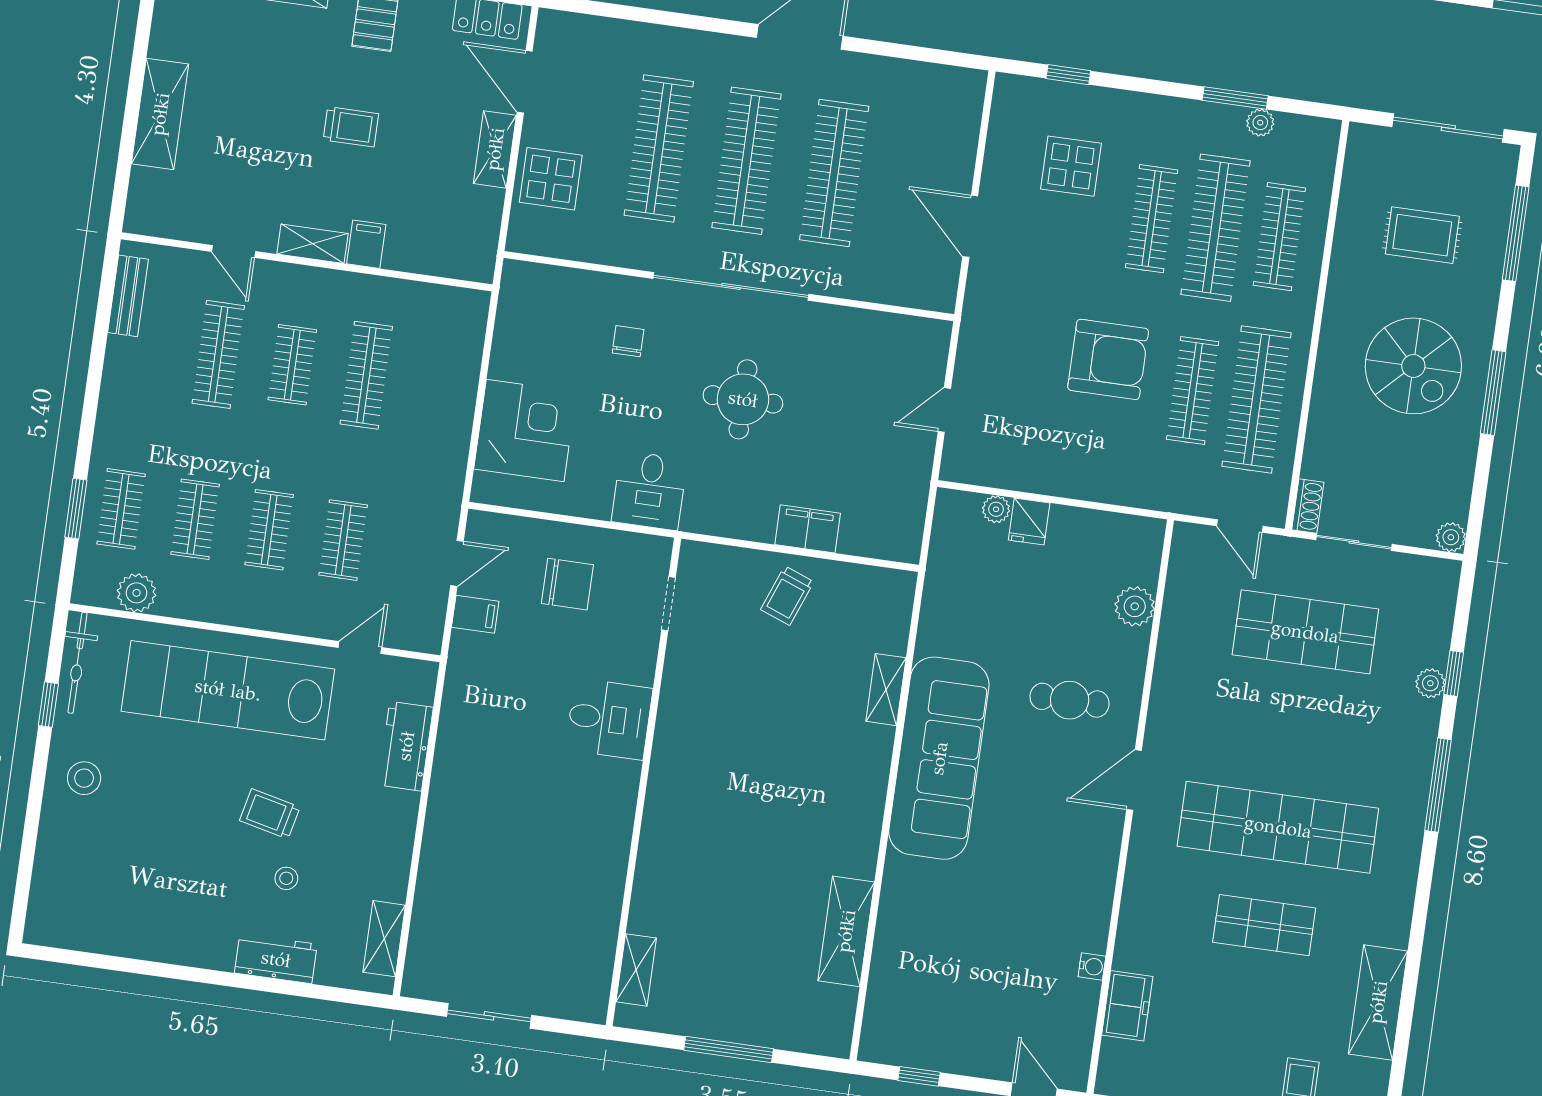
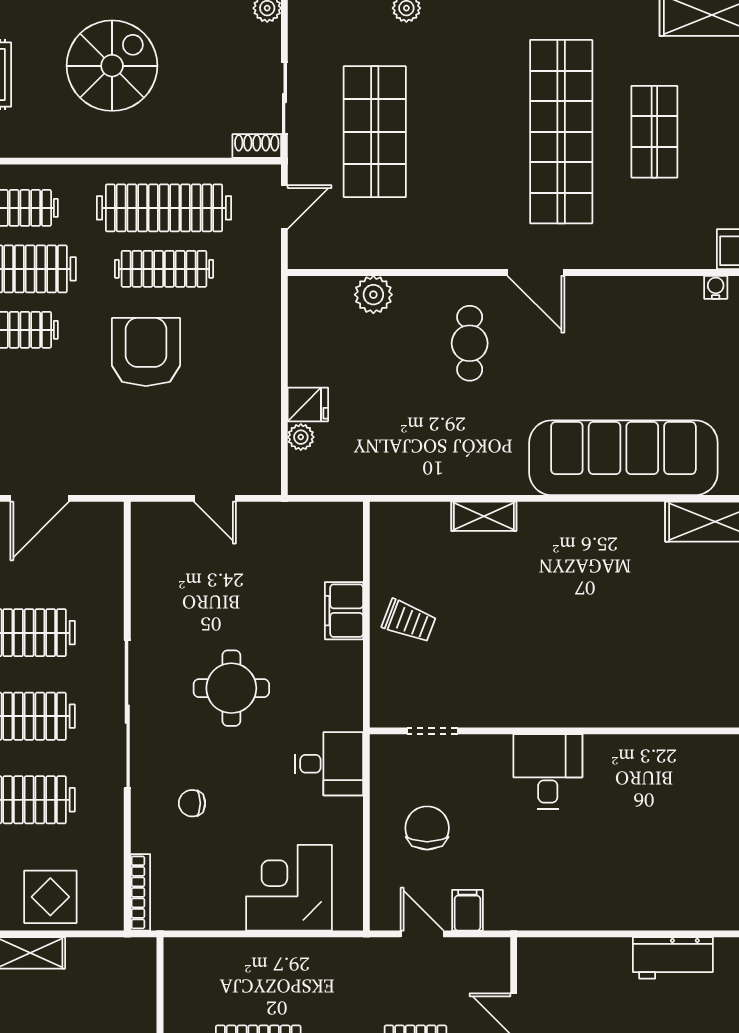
bookcase: (542, 274) -> (140, 892), added
workbench: (406, 746) -> (673, 958), moved
sofa: (939, 758) -> (623, 458), moved

